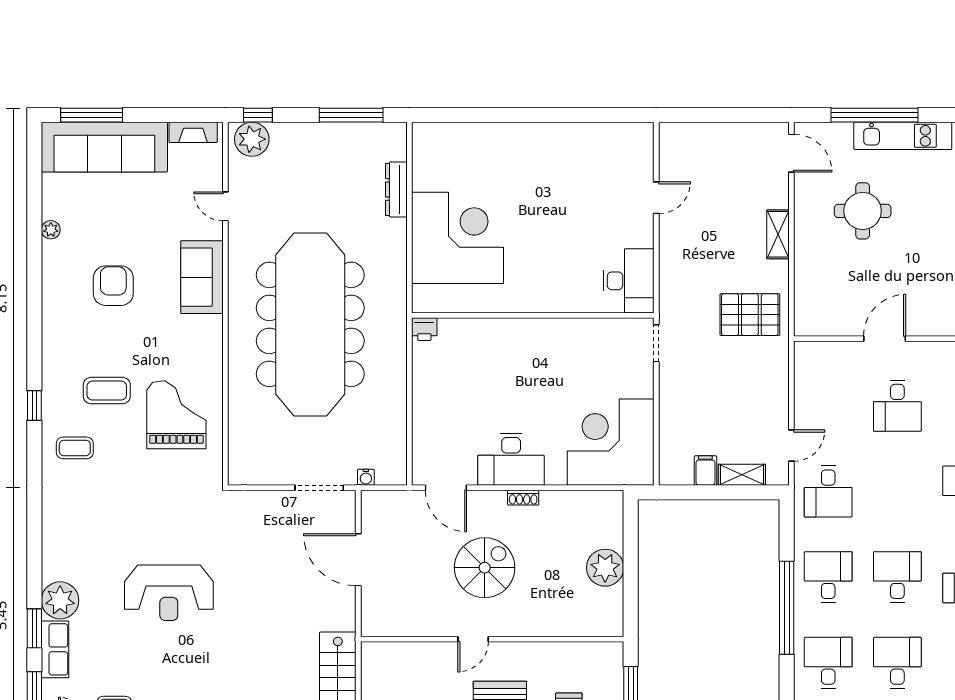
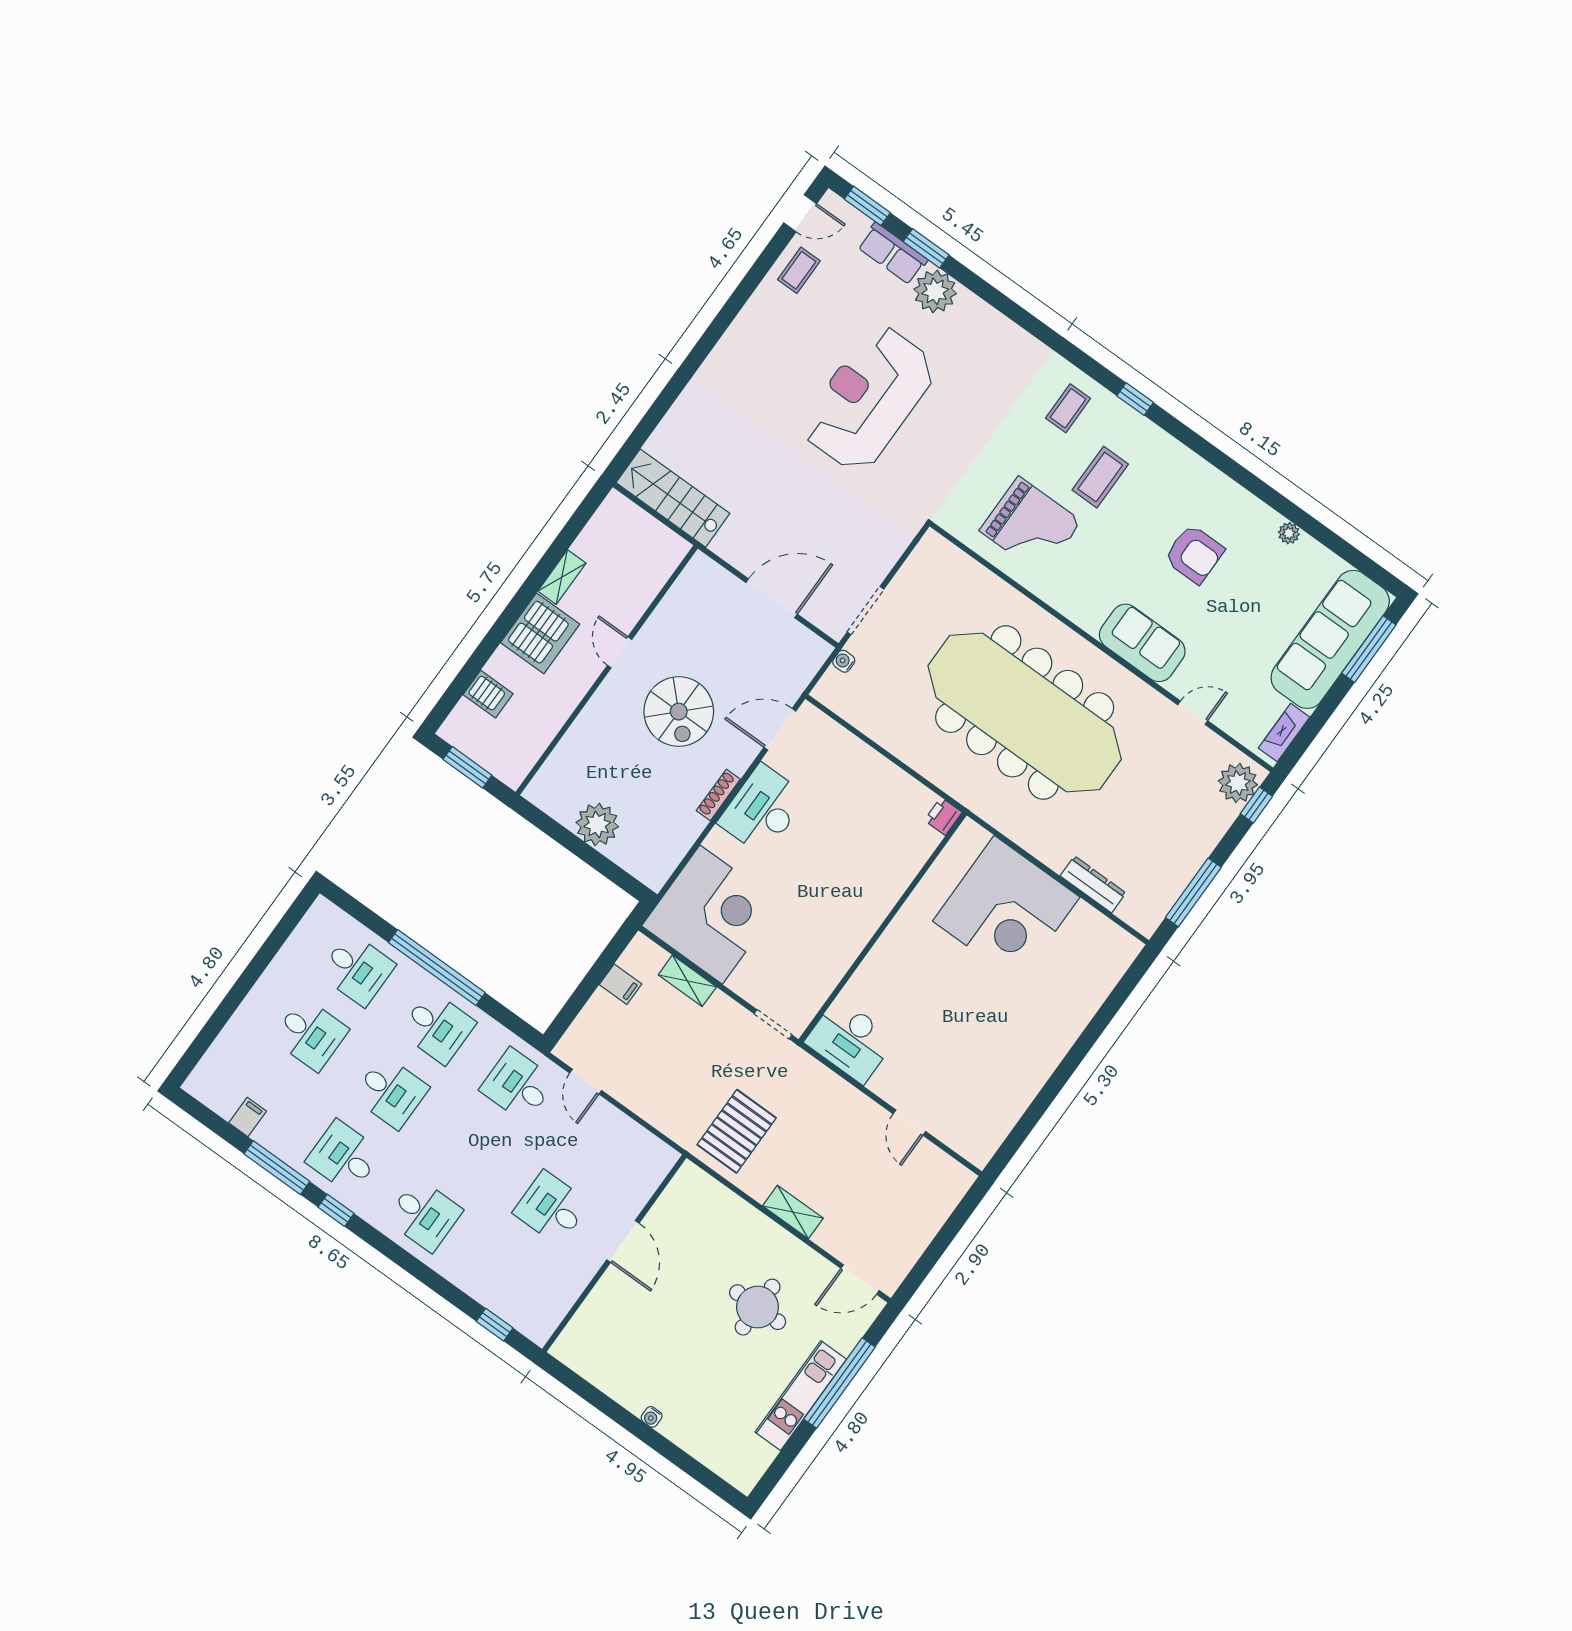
shelving: (742, 475) -> (687, 981), moved, turned 90
shoe rack: (523, 498) -> (718, 795), width x1.43
reception desk: (169, 593) -> (869, 398), width x1.36, depth x1.30

